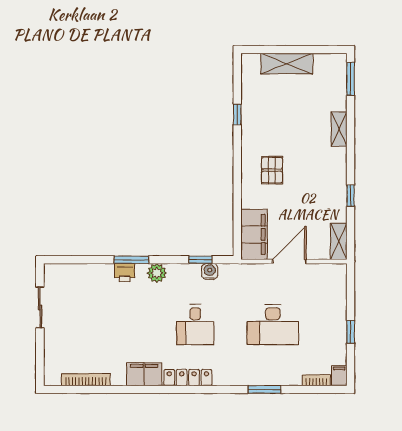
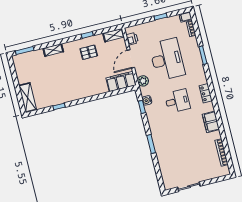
shelving: (287, 64) -> (28, 98), moved
pallet: (272, 170) -> (89, 52), moved
door: (289, 262) -> (131, 59), hinge flipped
printer: (125, 272) -> (132, 39), moved
plant: (157, 273) -> (143, 81), moved
desk: (273, 325) -> (167, 59), width x1.36, depth x1.30
locker: (188, 378) -> (206, 93), width x0.66

